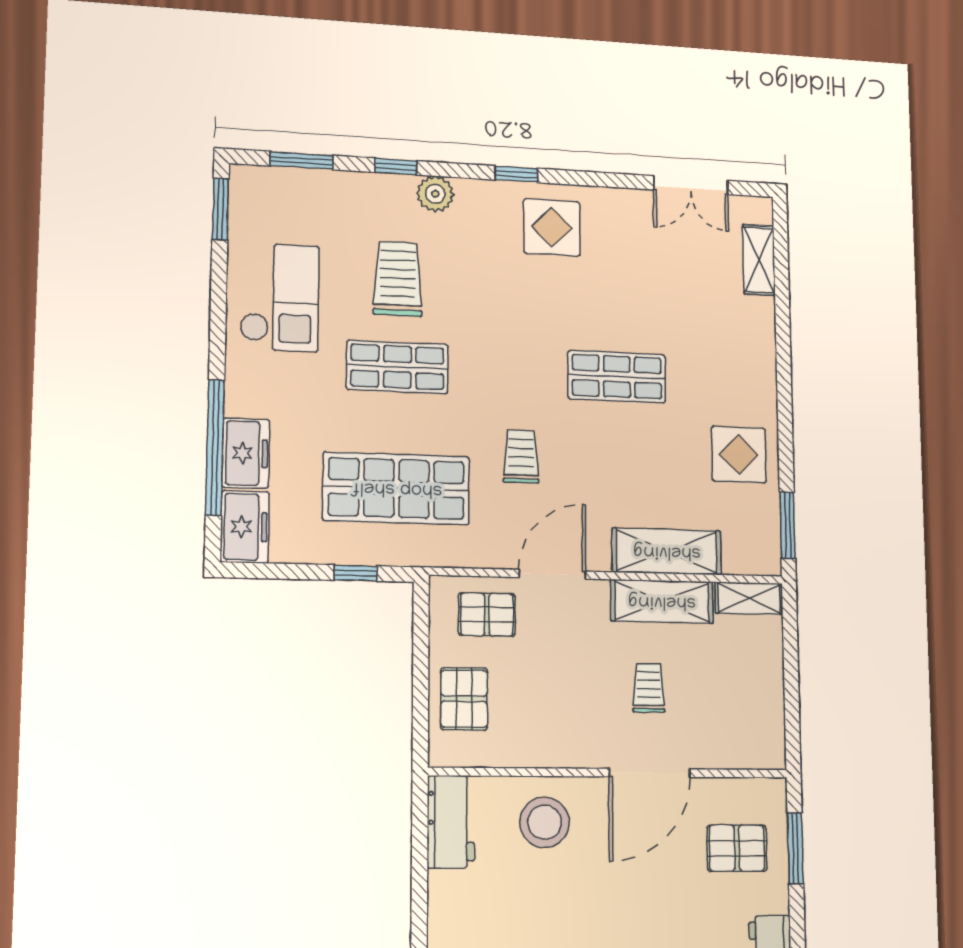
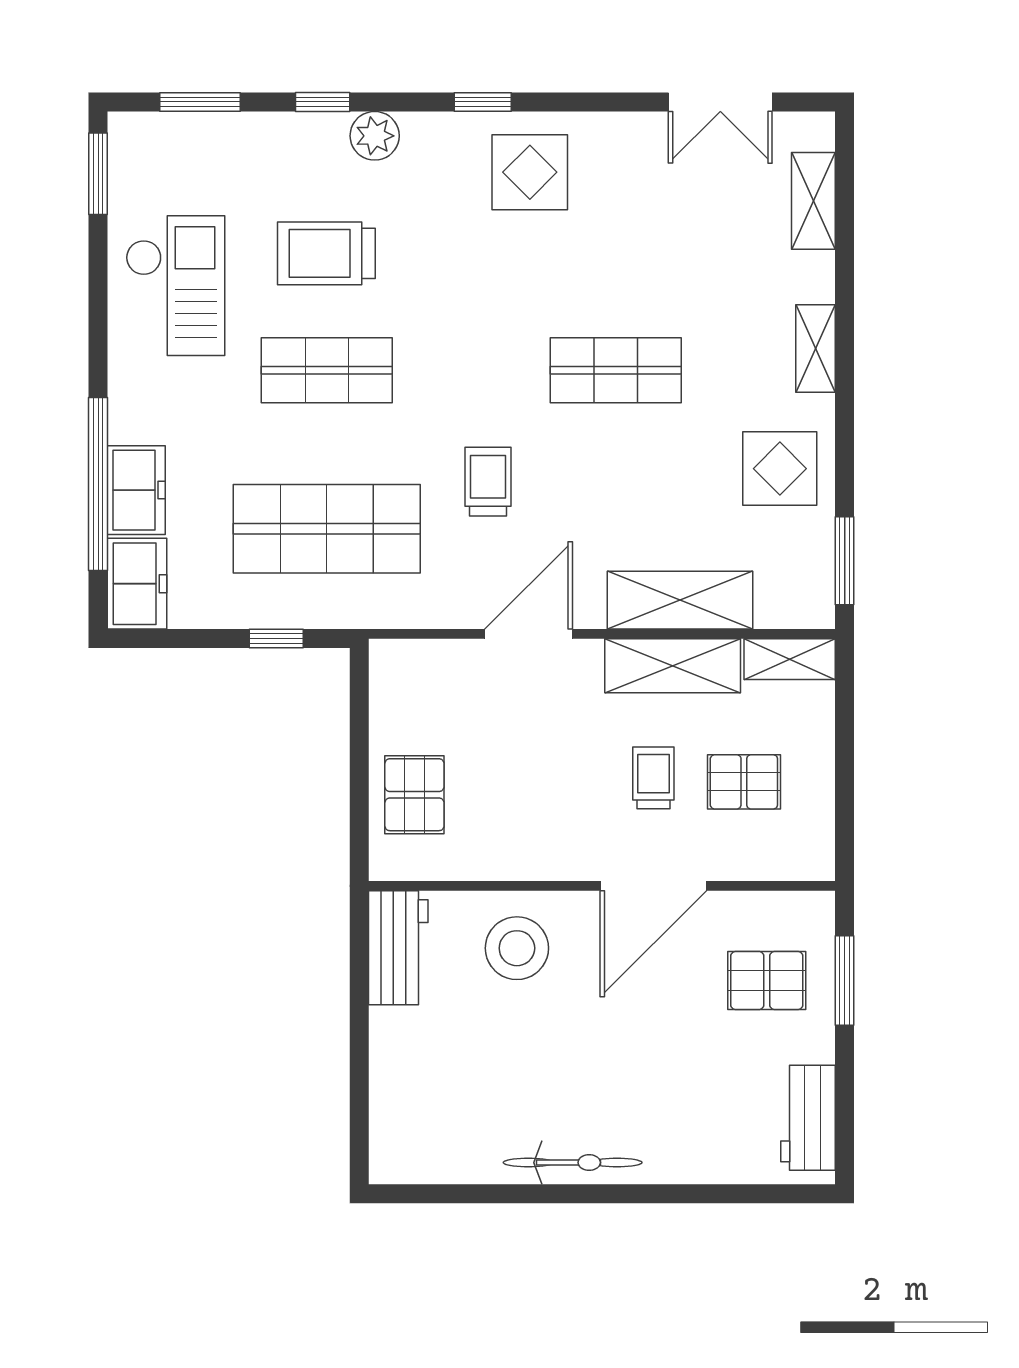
trolley: (398, 279) -> (326, 253), turned -90
shelving: (763, 367) -> (816, 348), added
pallet: (487, 615) -> (744, 782), moved

